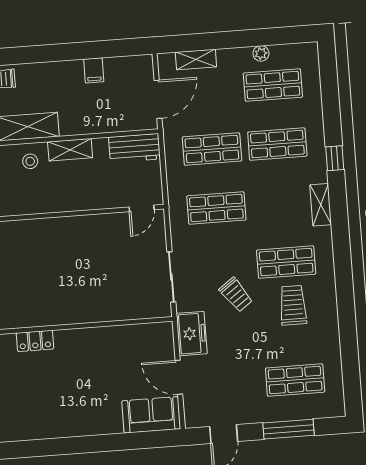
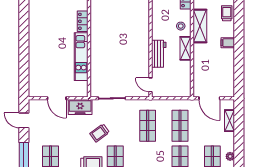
filing cabinet: (94, 70) -> (228, 43), moved
workbench: (134, 148) -> (159, 54), moved, turned 180
kitchen unit: (99, 339) -> (81, 57), added
door: (179, 377) -> (57, 98), swing flipped
sofa: (151, 415) -> (37, 82), removed

